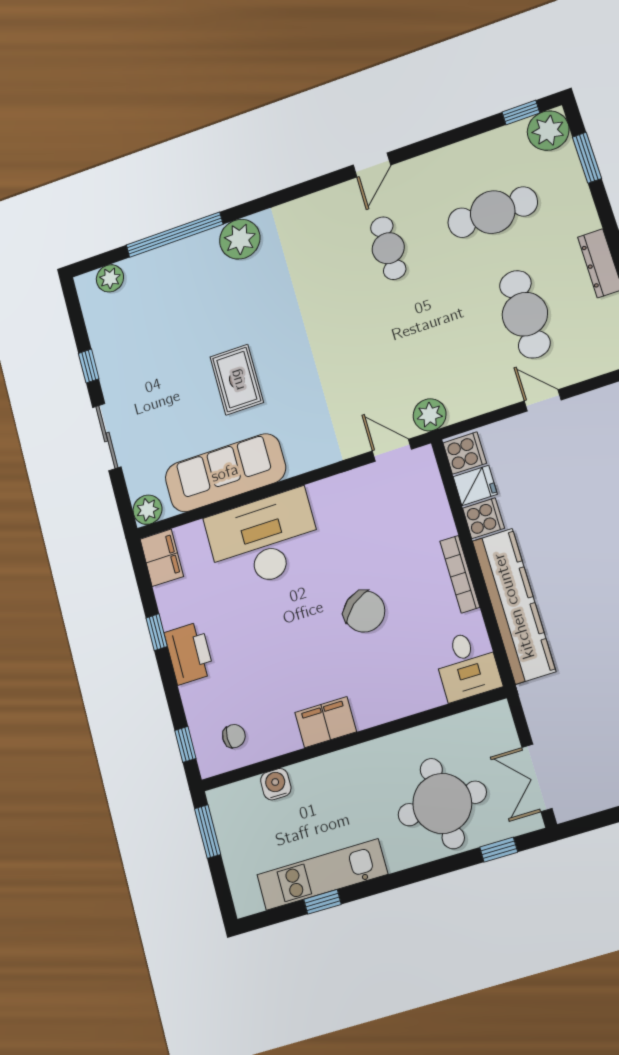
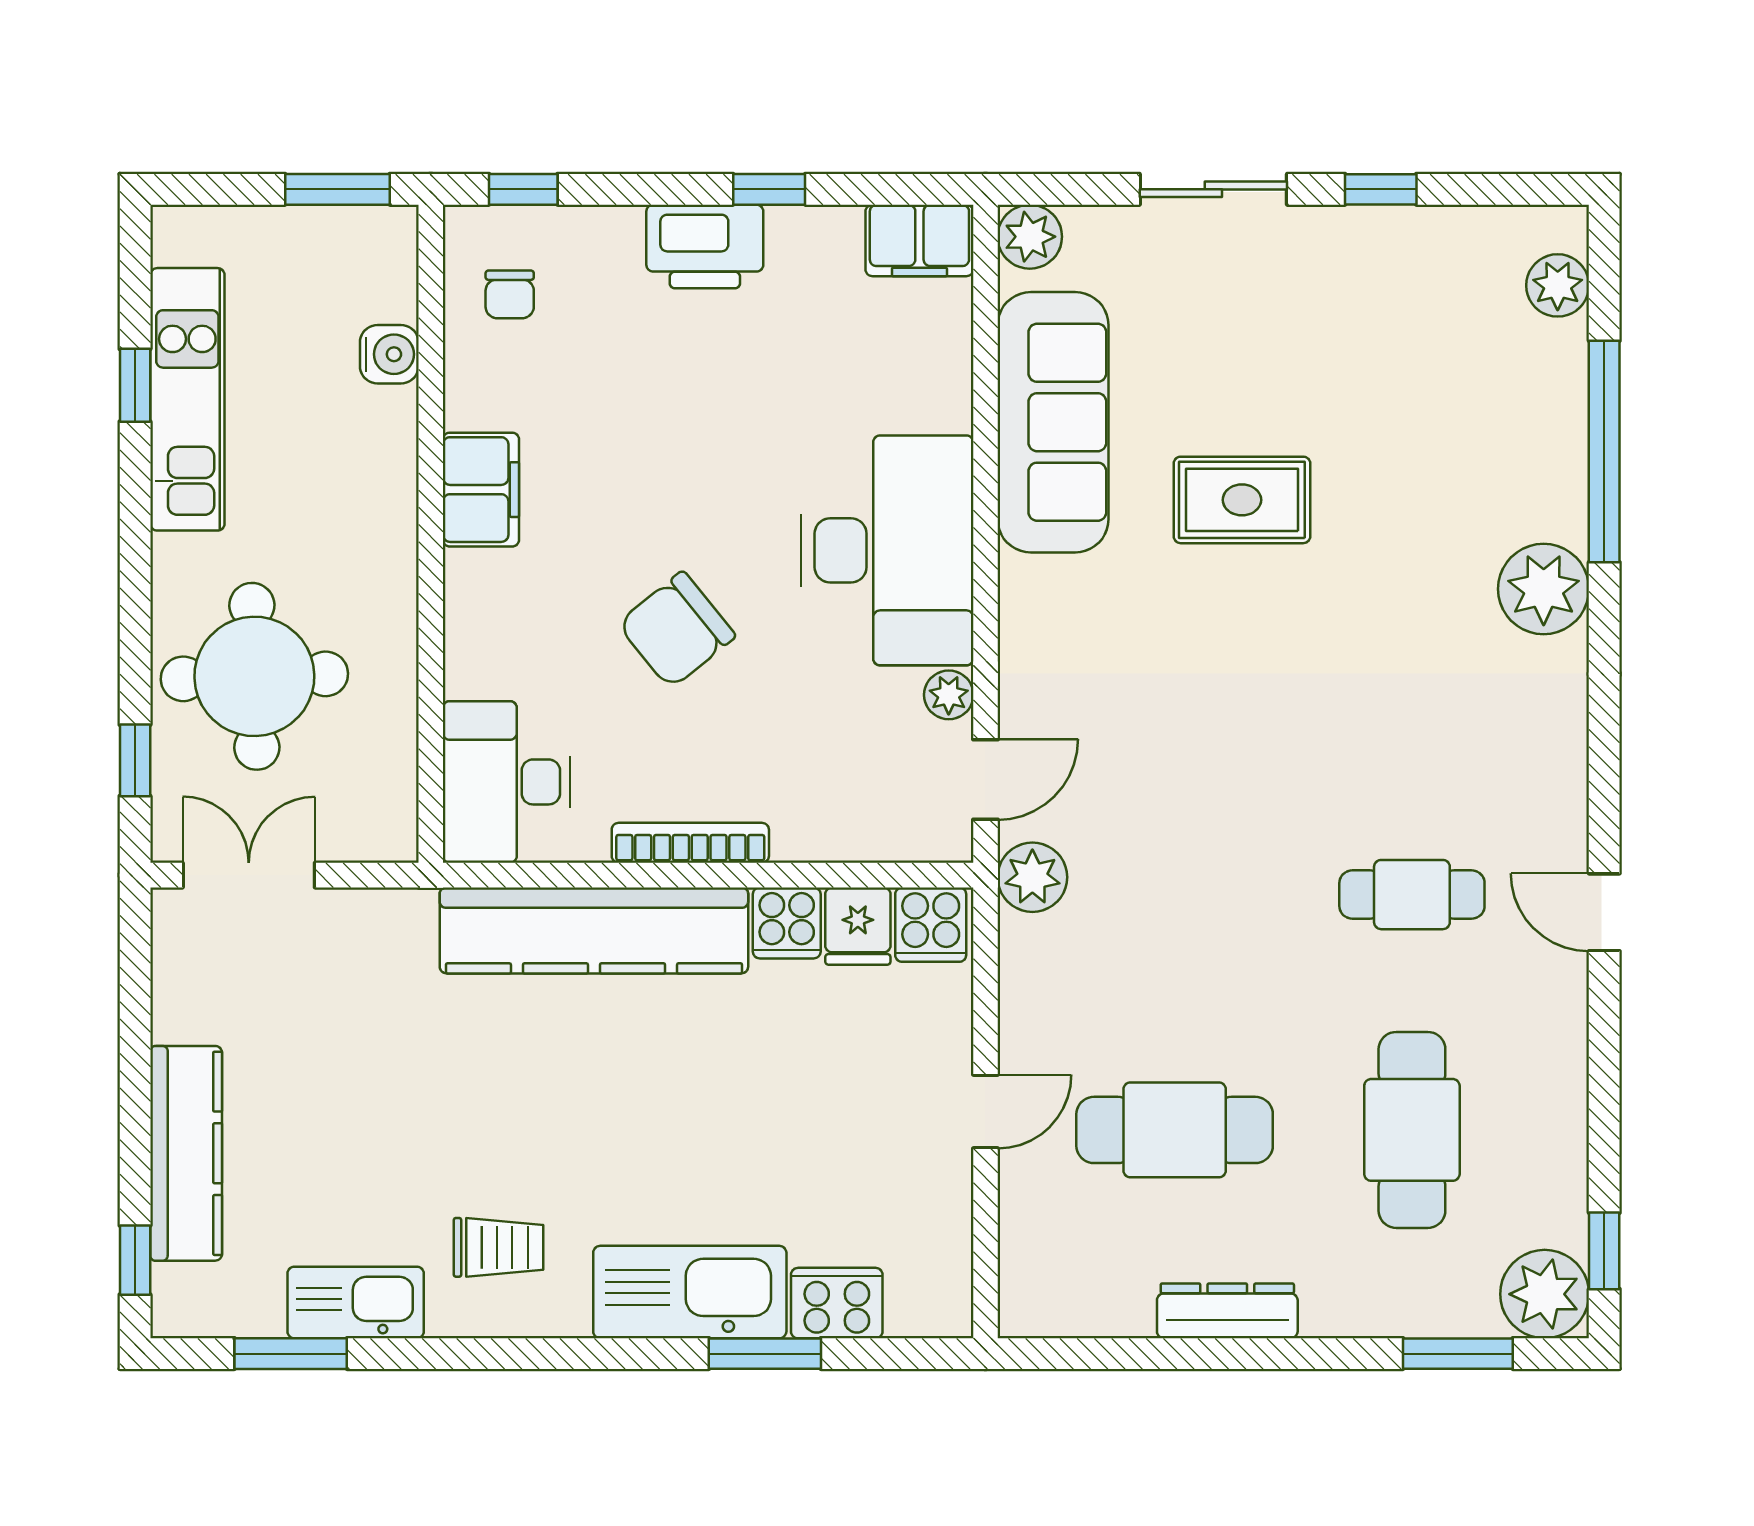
plant: (359, 479) -> (949, 695), added
desk: (264, 540) -> (887, 550), moved
desk: (467, 665) -> (506, 782), width x1.37

